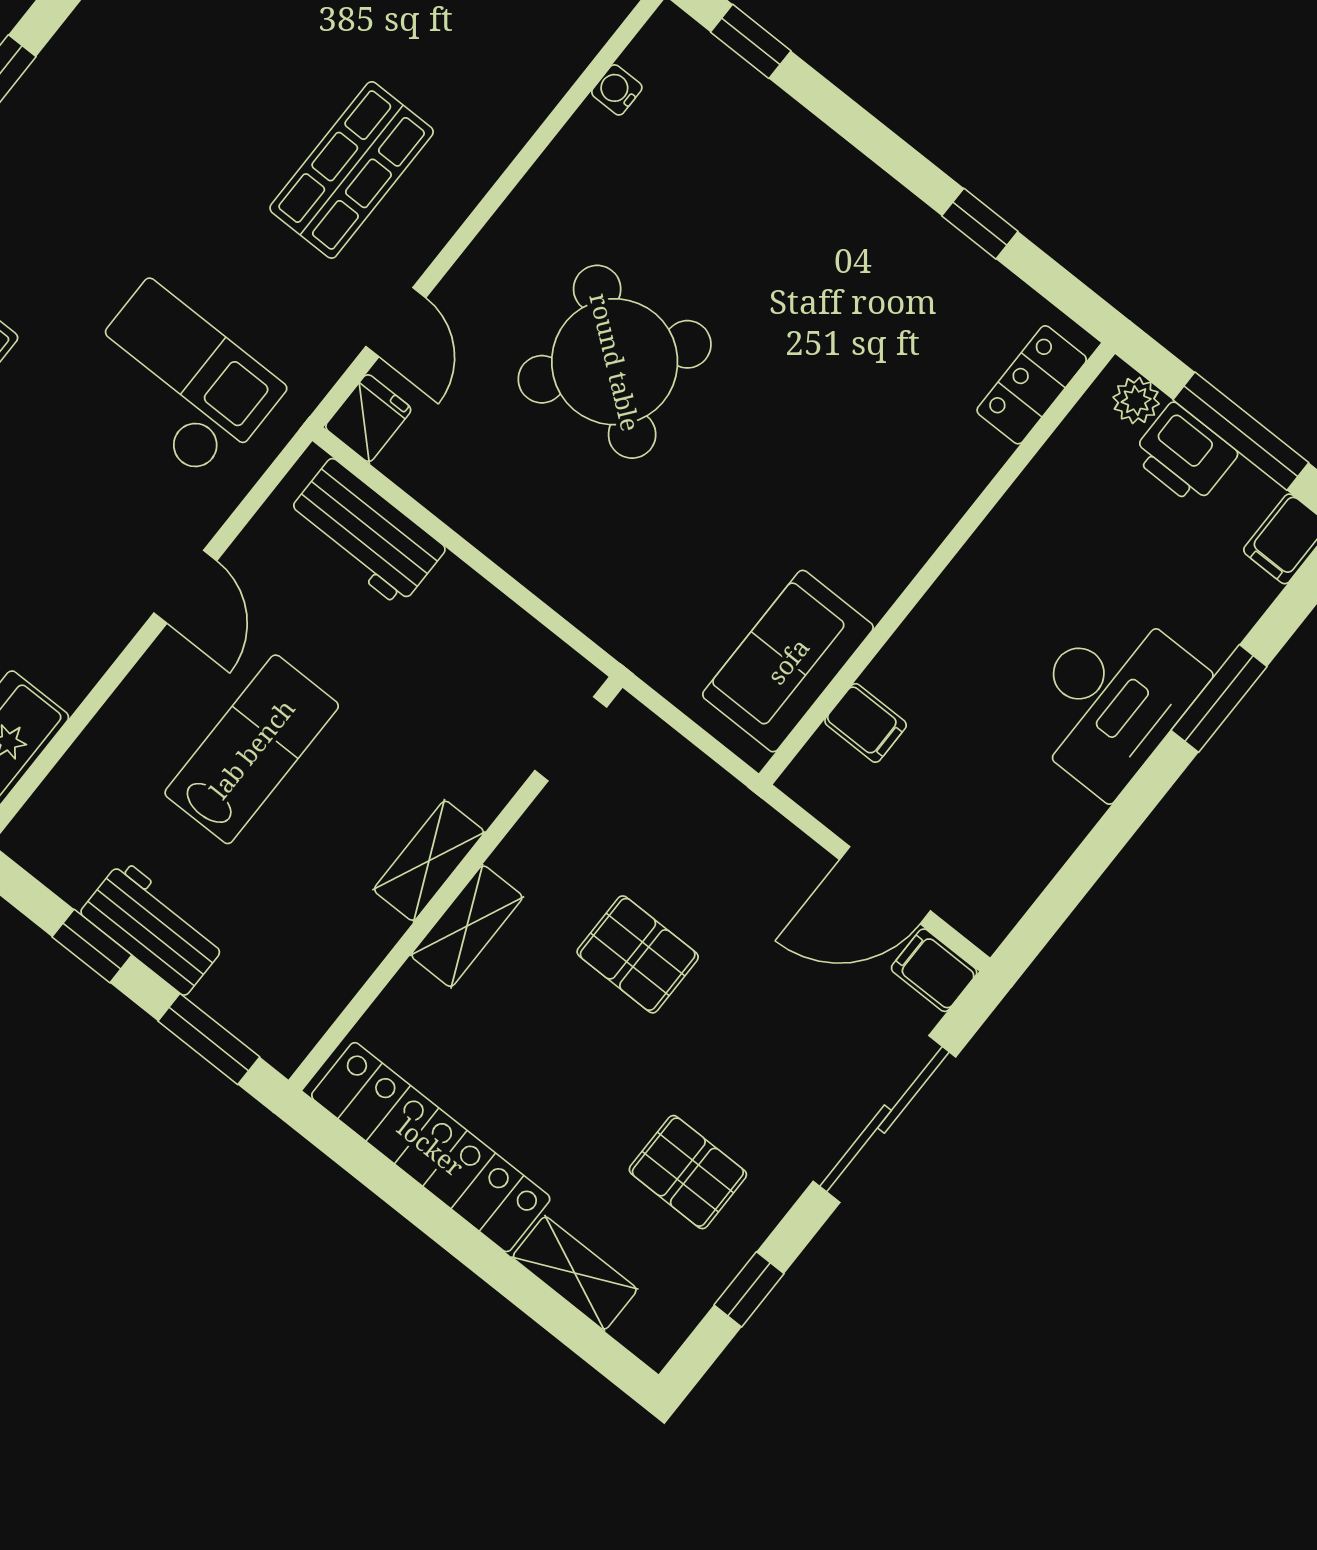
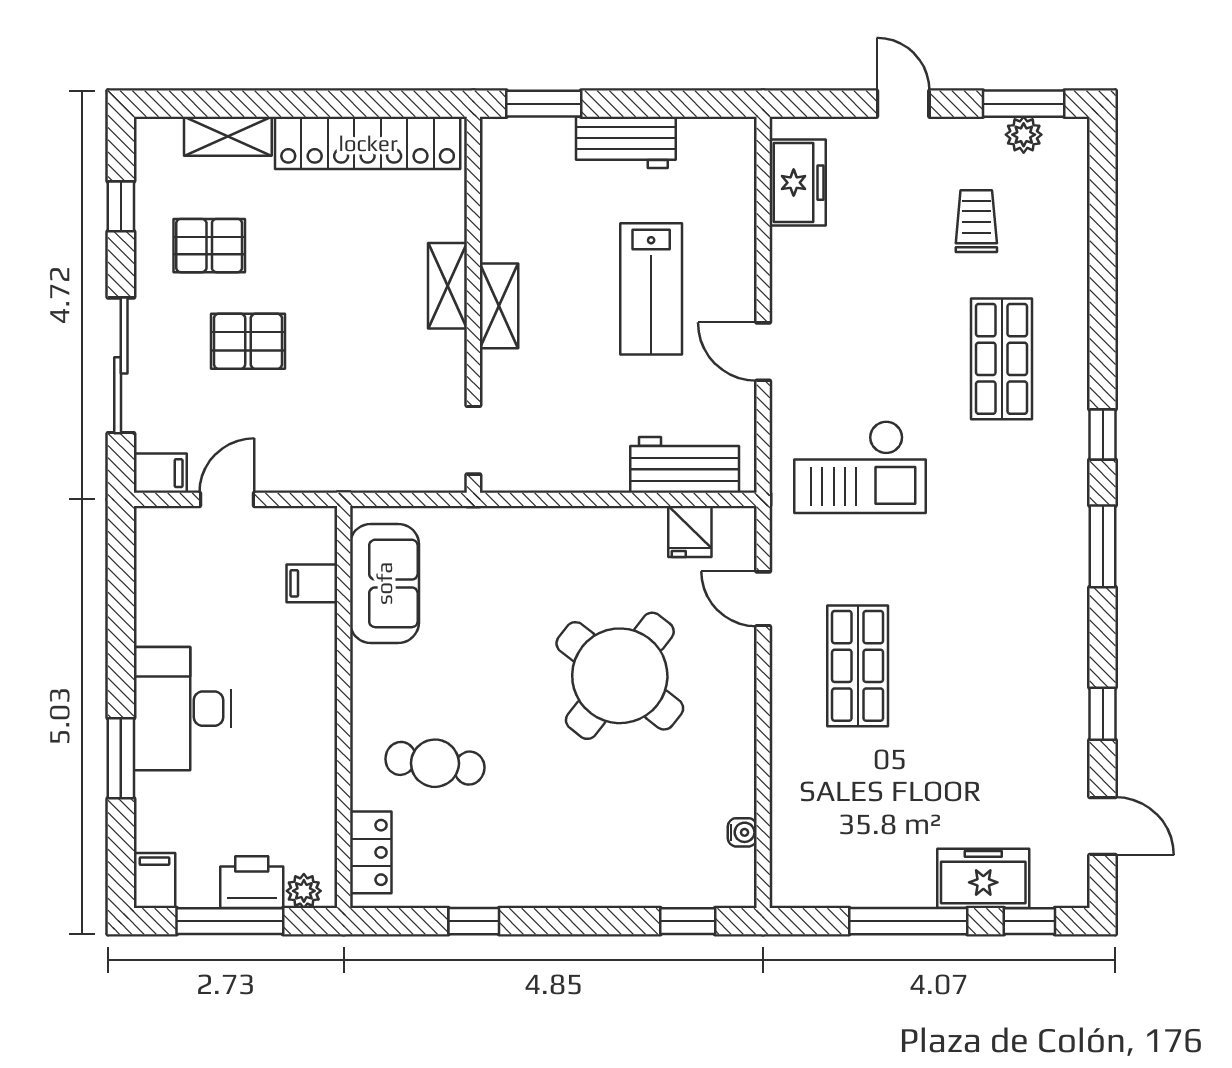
fridge: (368, 418) -> (690, 531), moved
cafe table: (887, 426) -> (435, 763), added
door: (885, 885) -> (227, 499), width x0.73
window: (92, 946) -> (653, 104), removed
pallet: (638, 954) -> (248, 341), moved

